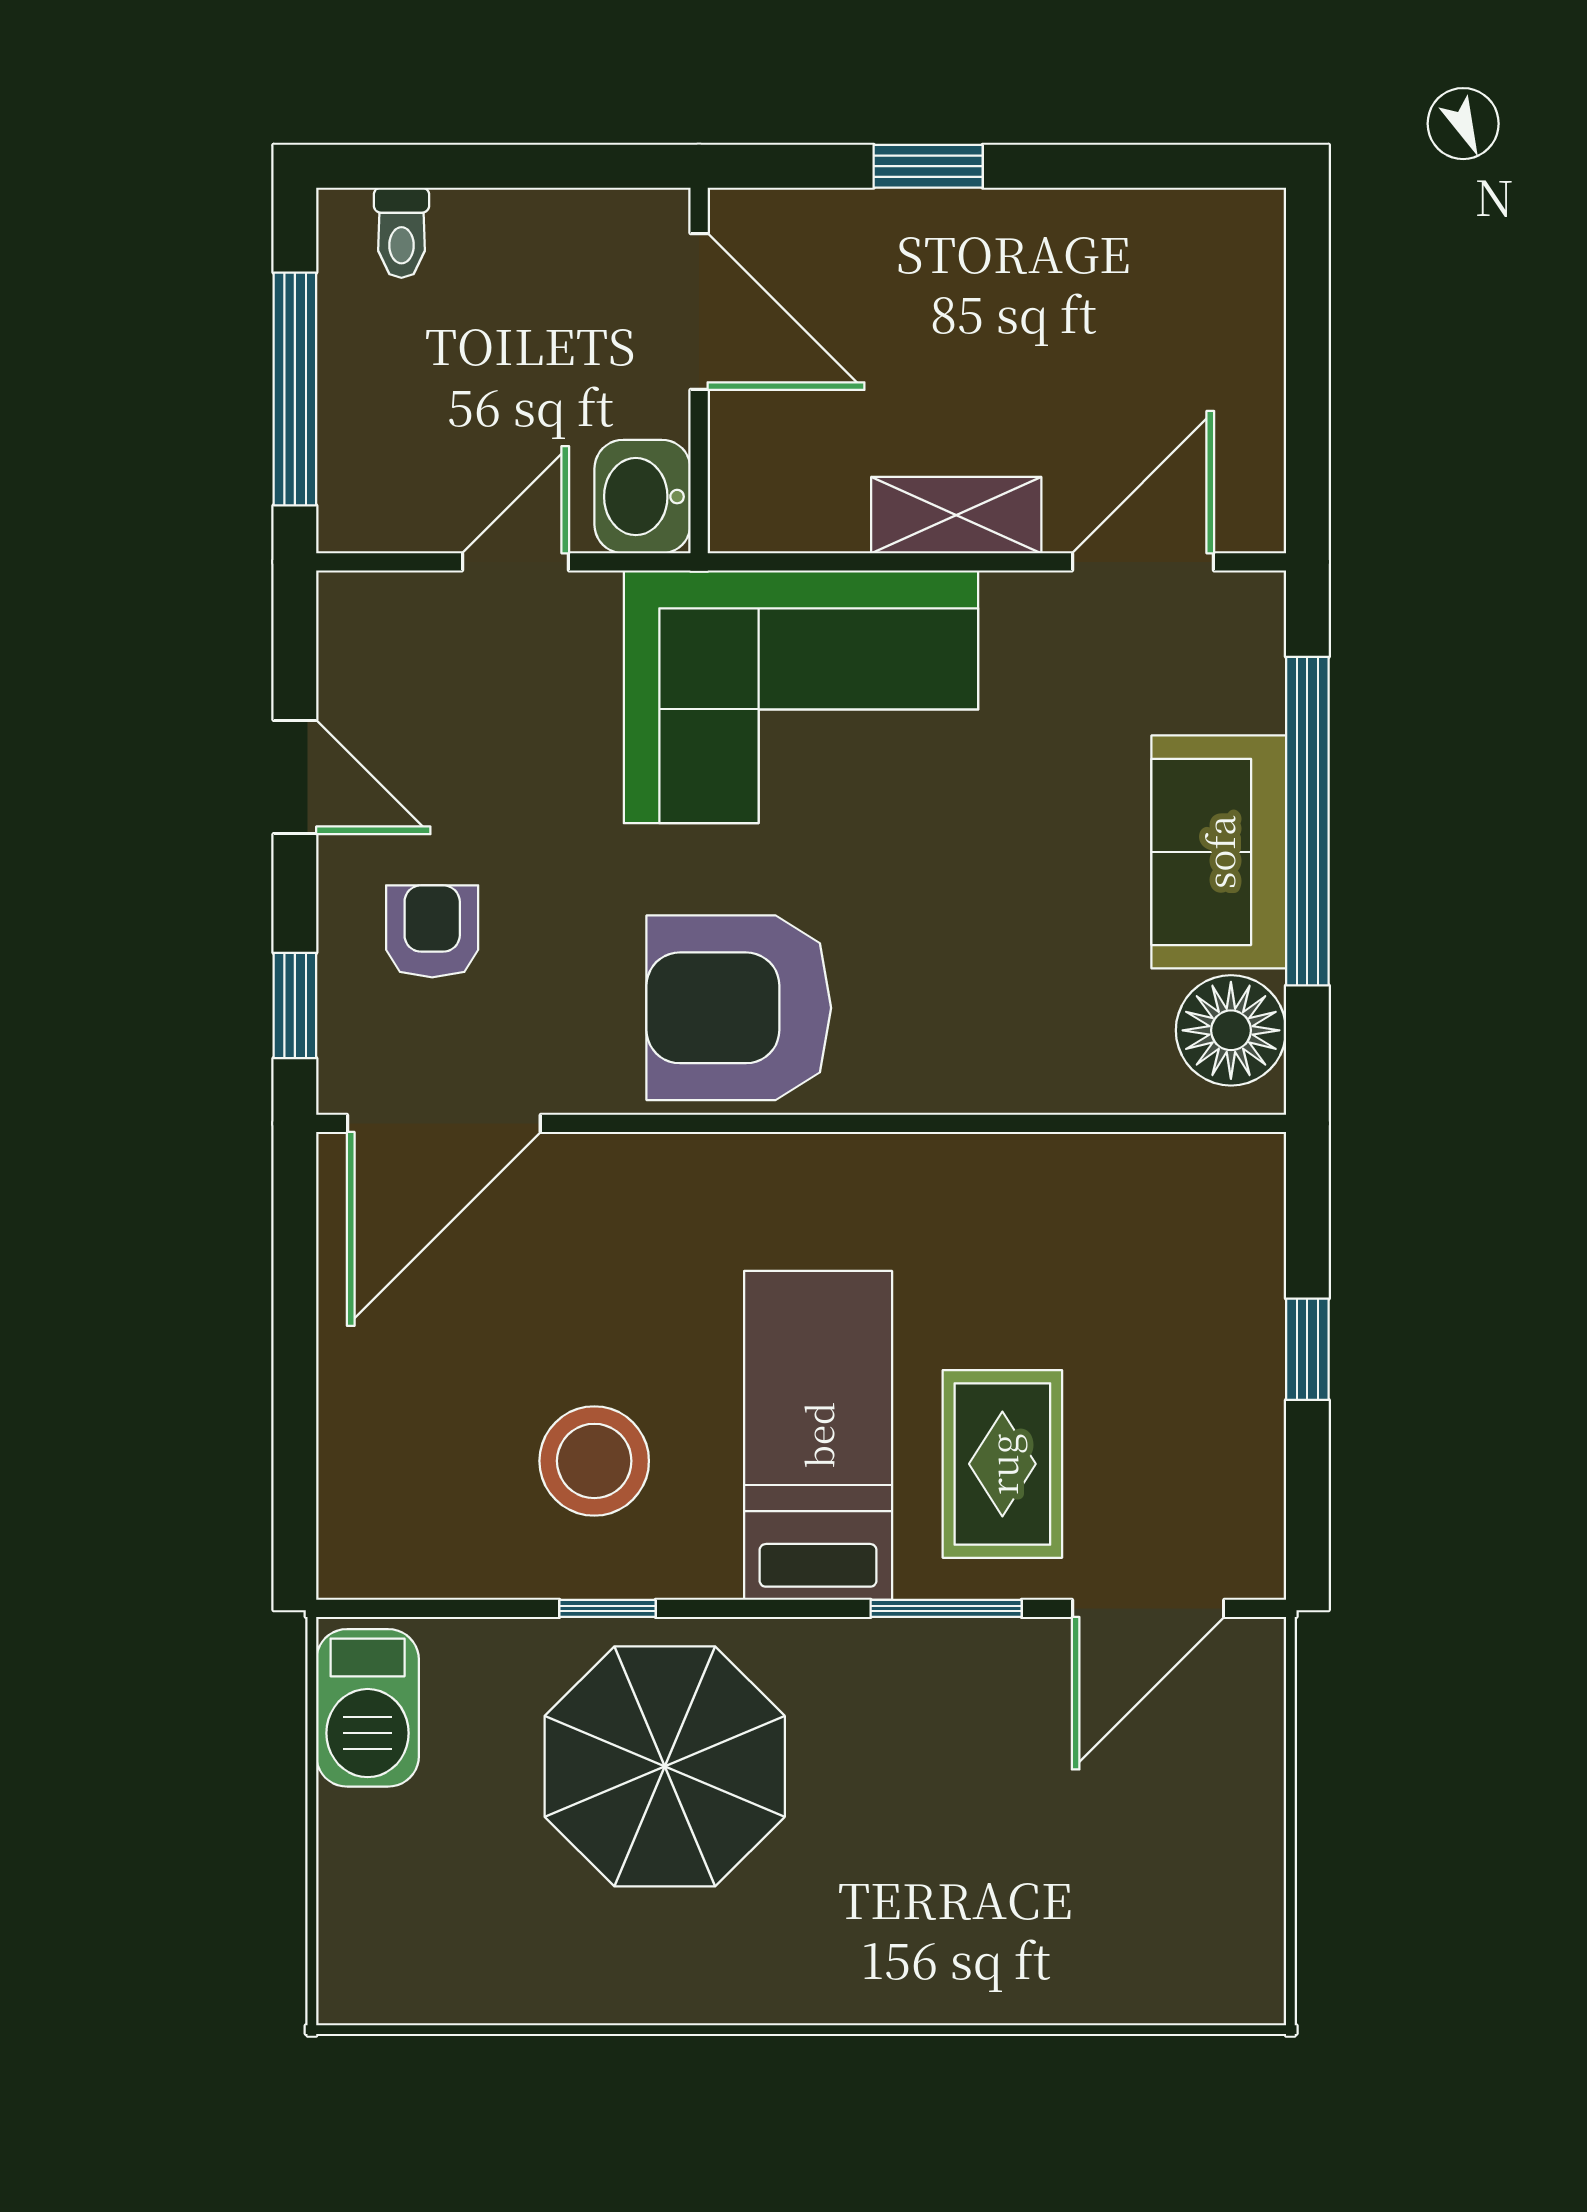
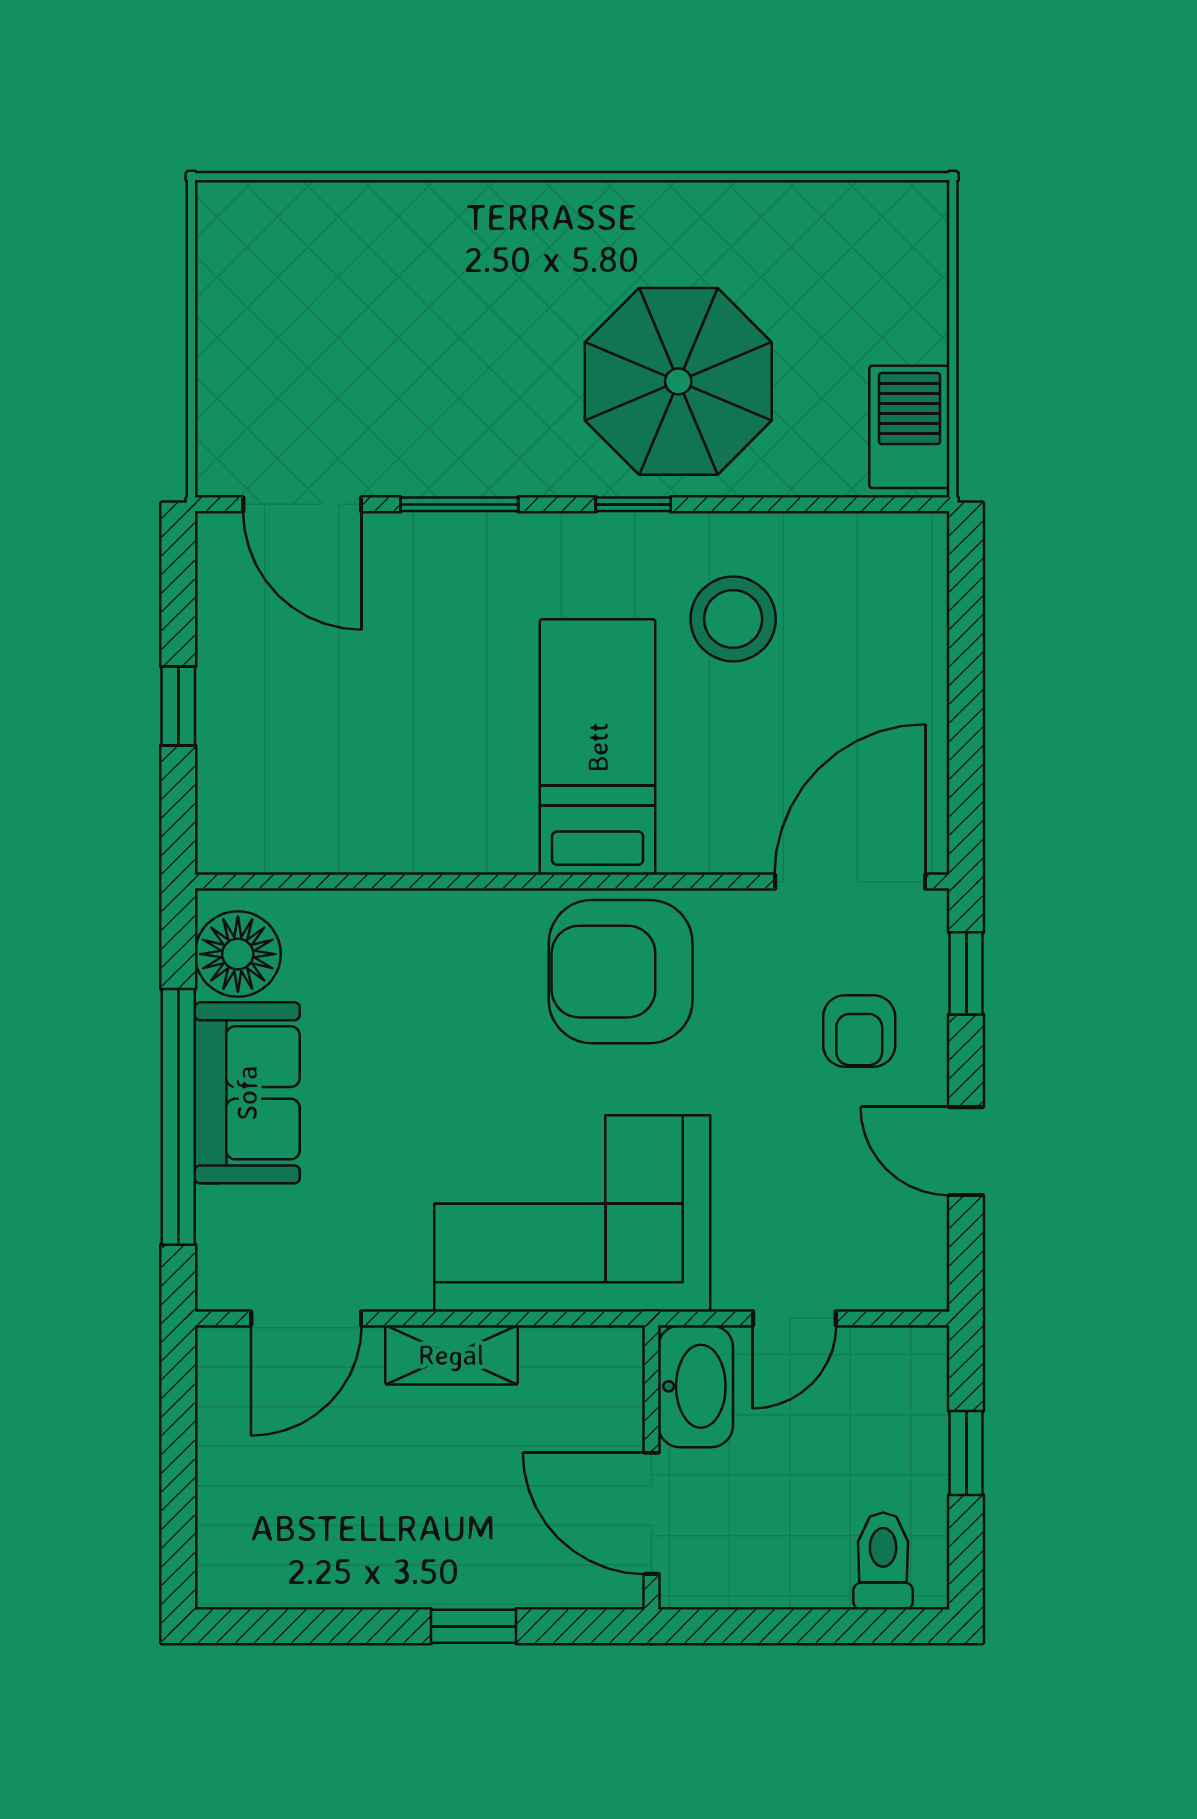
toilet: (401, 233) -> (883, 1561), width x1.37, depth x1.39
window: (295, 389) -> (966, 1453), width x0.46
washbasin: (642, 497) -> (696, 1386), width x1.38
armchair: (739, 1008) -> (621, 972), turned 180
bed: (818, 1435) -> (598, 747), moved, turned 180
rug: (1002, 1464) -> (416, 617), removed
window: (607, 1608) -> (633, 504), moved
door: (1148, 1608) -> (302, 504), swing flipped

